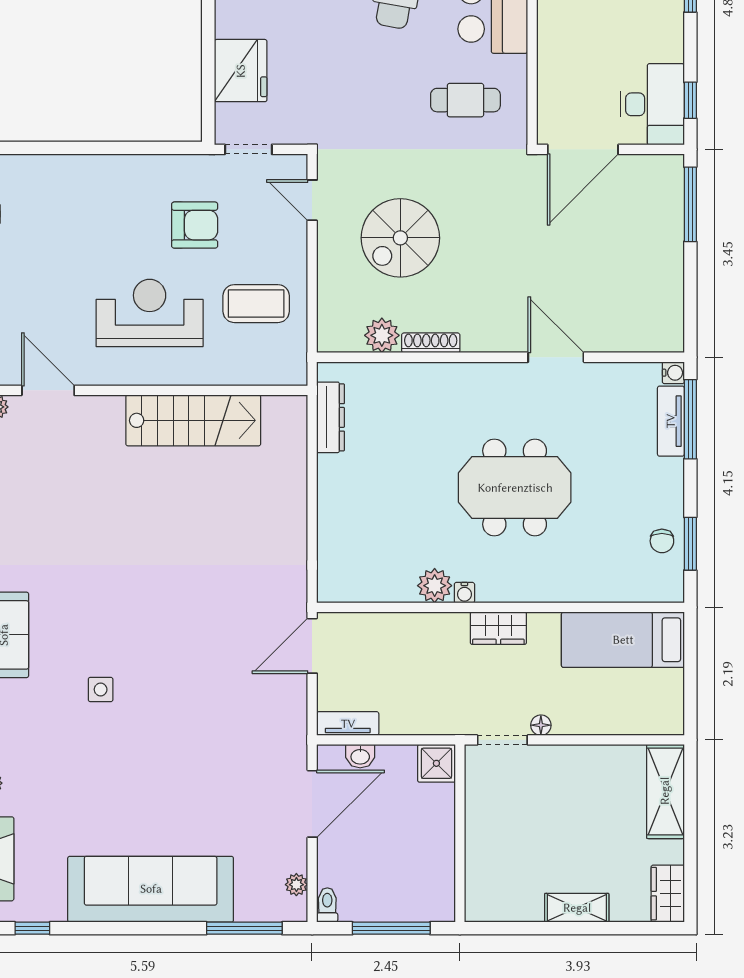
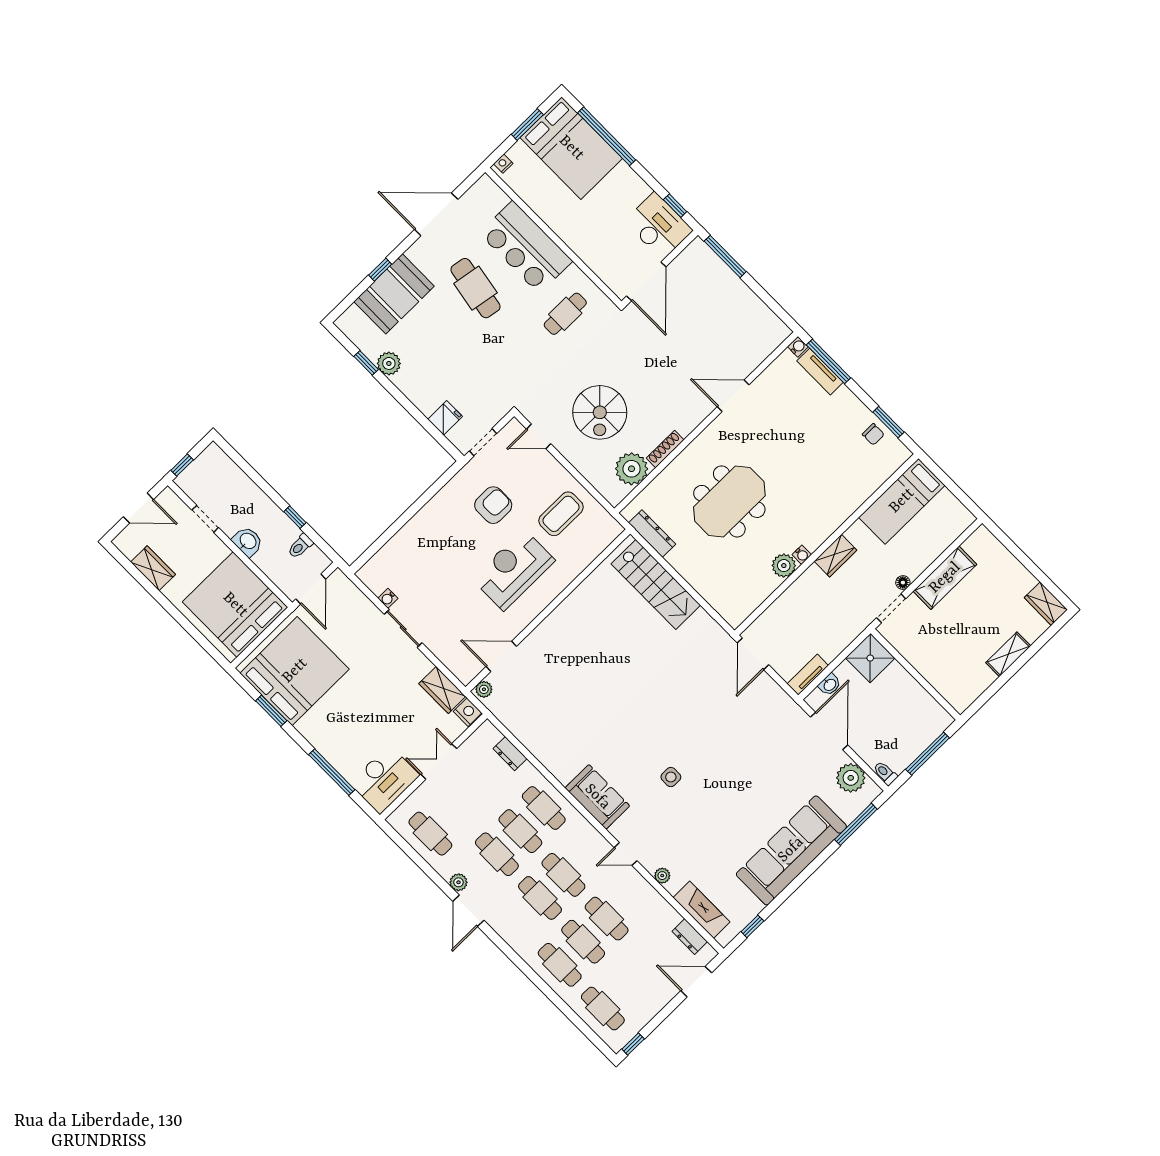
fridge: (241, 71) -> (445, 418), width x0.53, depth x0.75
plant: (382, 335) -> (632, 469), width x1.36, depth x1.36
stairs: (193, 420) -> (656, 584), moved, turned 90
meeting table: (515, 488) -> (729, 501), moved
shower: (436, 763) -> (870, 658), width x1.36, depth x1.36
shelving: (665, 791) -> (945, 578), moved, turned 90
plant: (296, 885) -> (851, 778), width x1.88, depth x1.88

